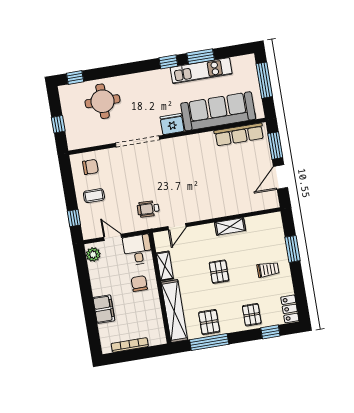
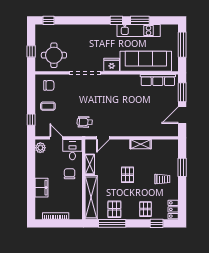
round table: (103, 101) -> (54, 55), moved

